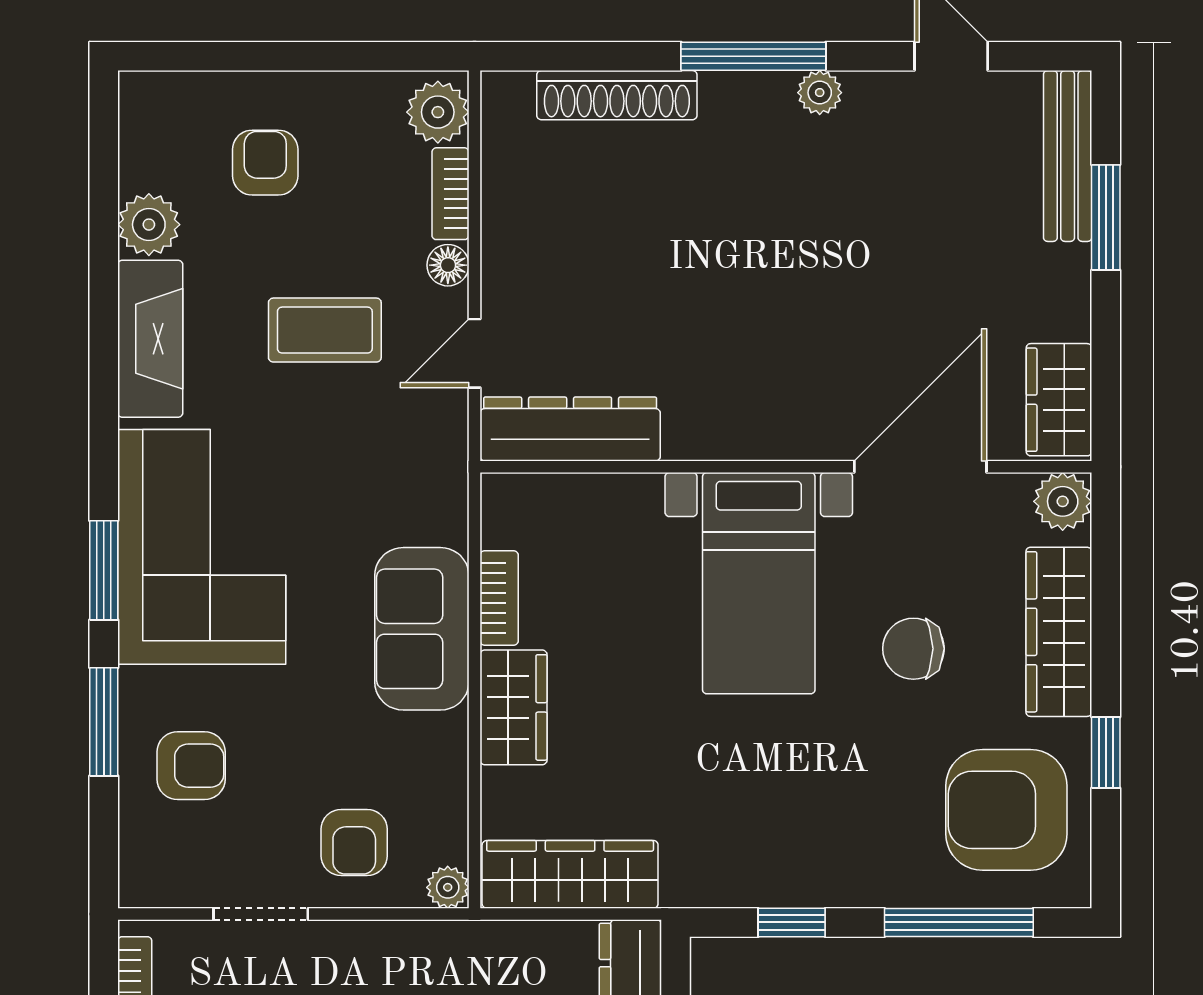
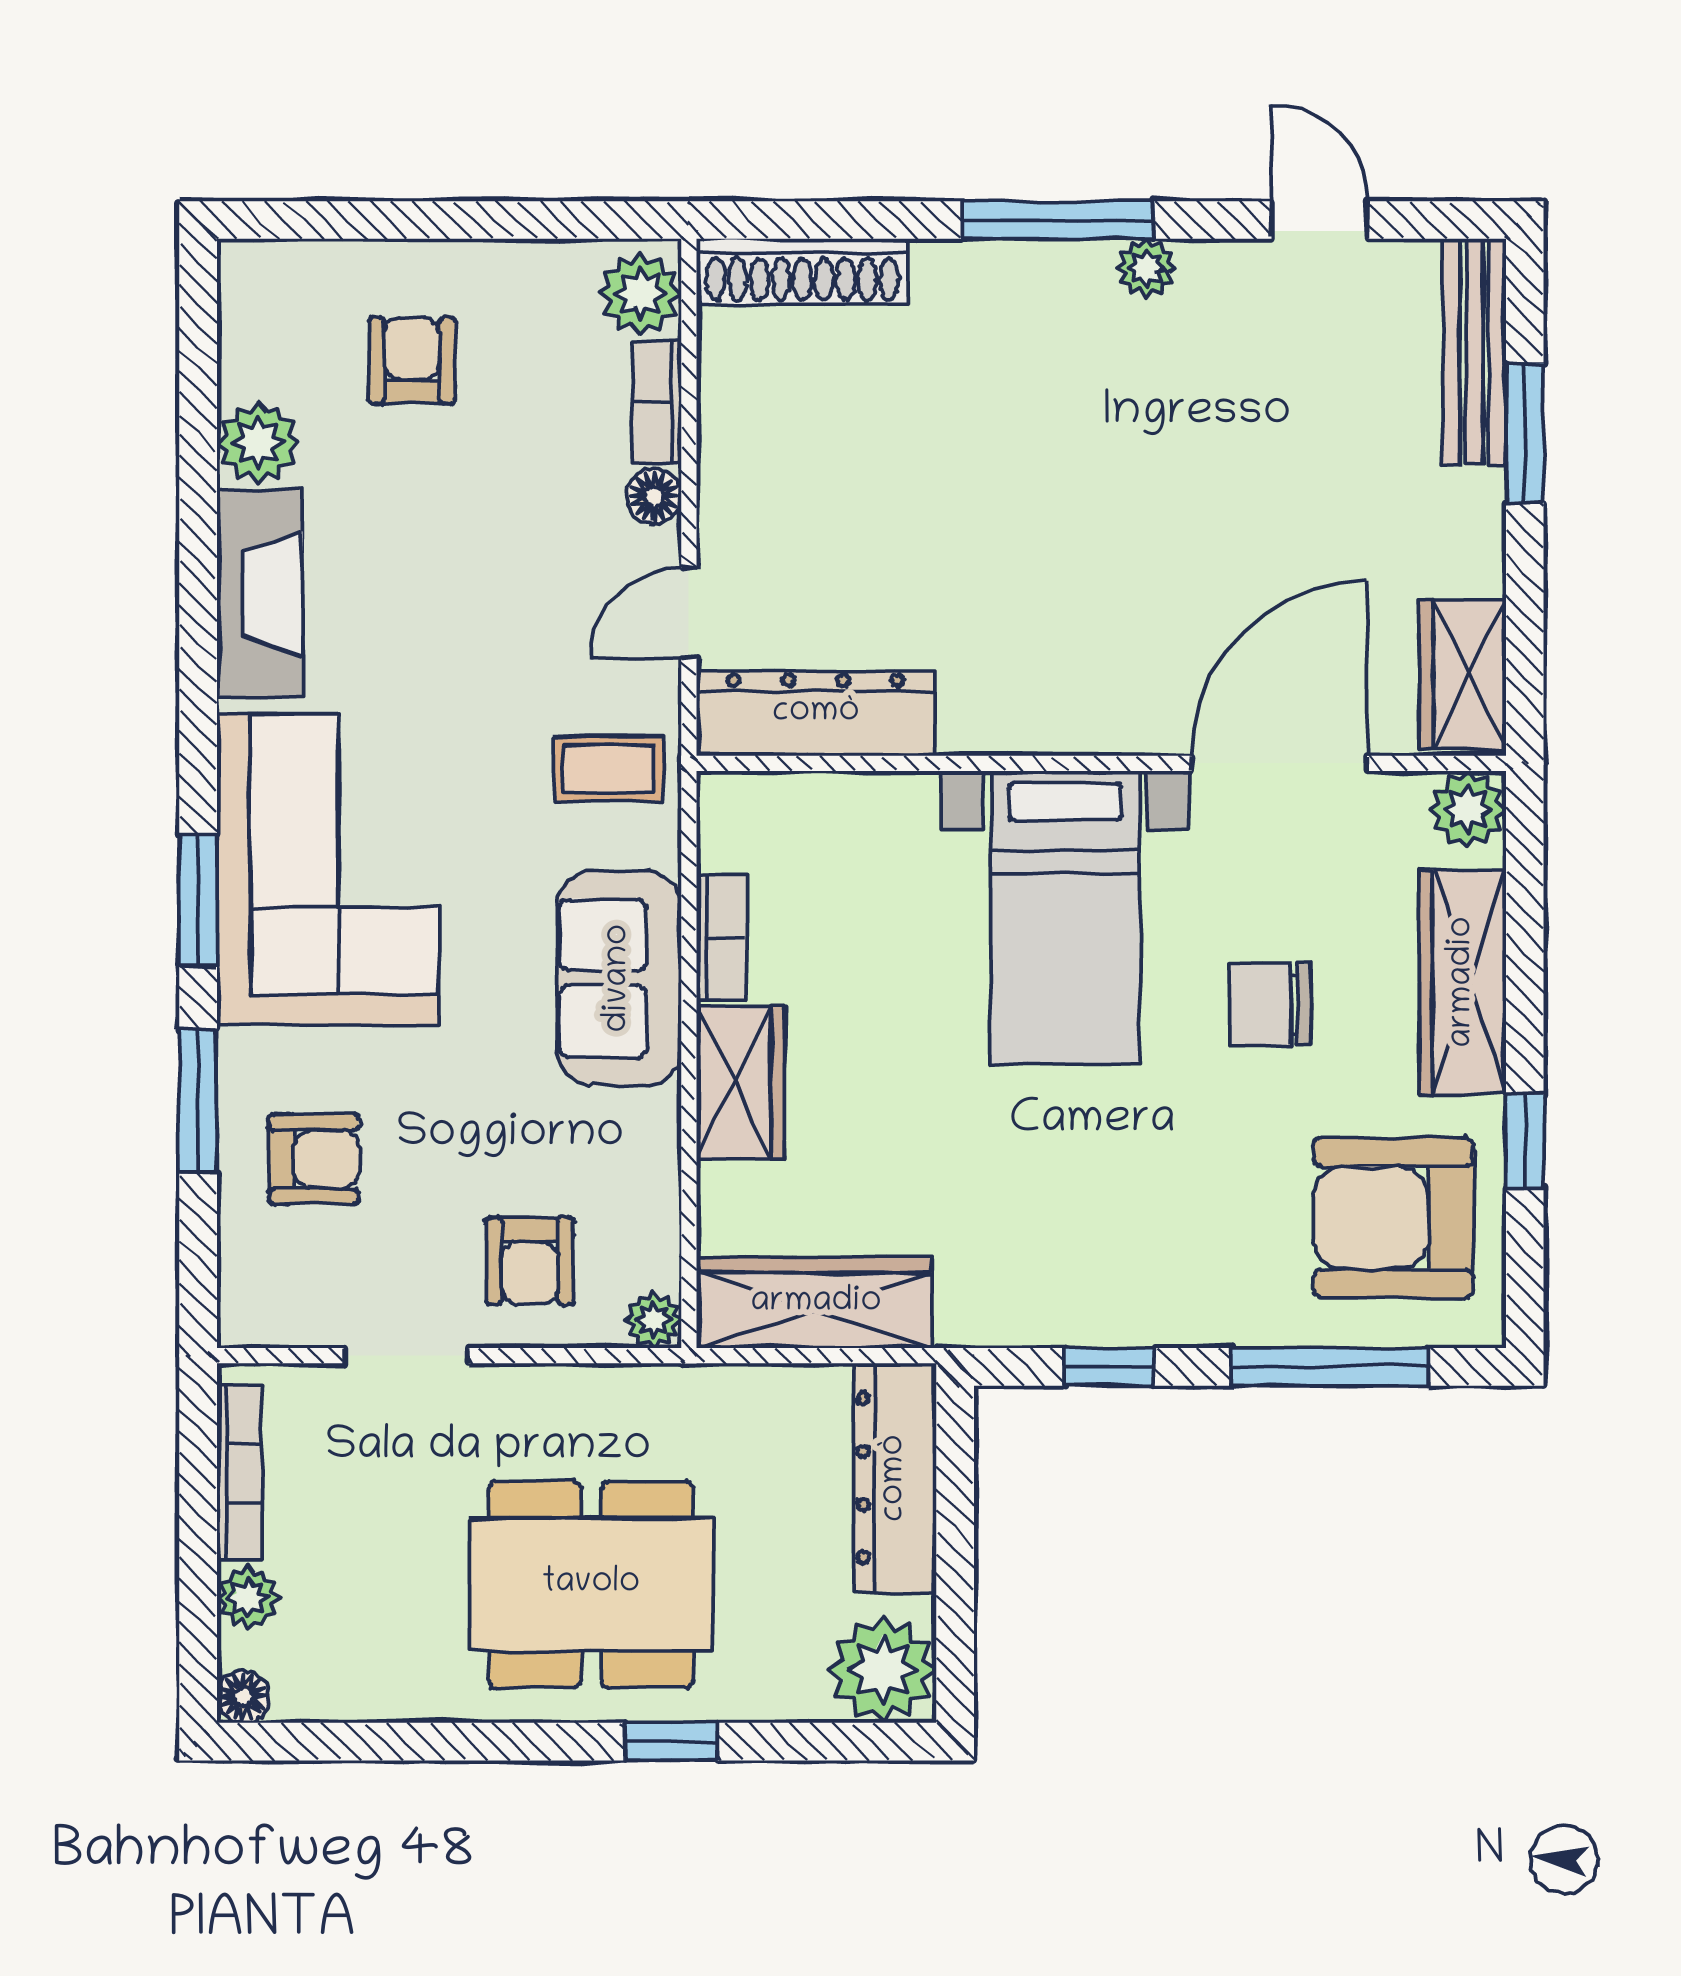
shoe rack: (617, 95) -> (802, 271), moved
coffee table: (325, 330) -> (609, 769), moved, width x0.73, depth x0.77

